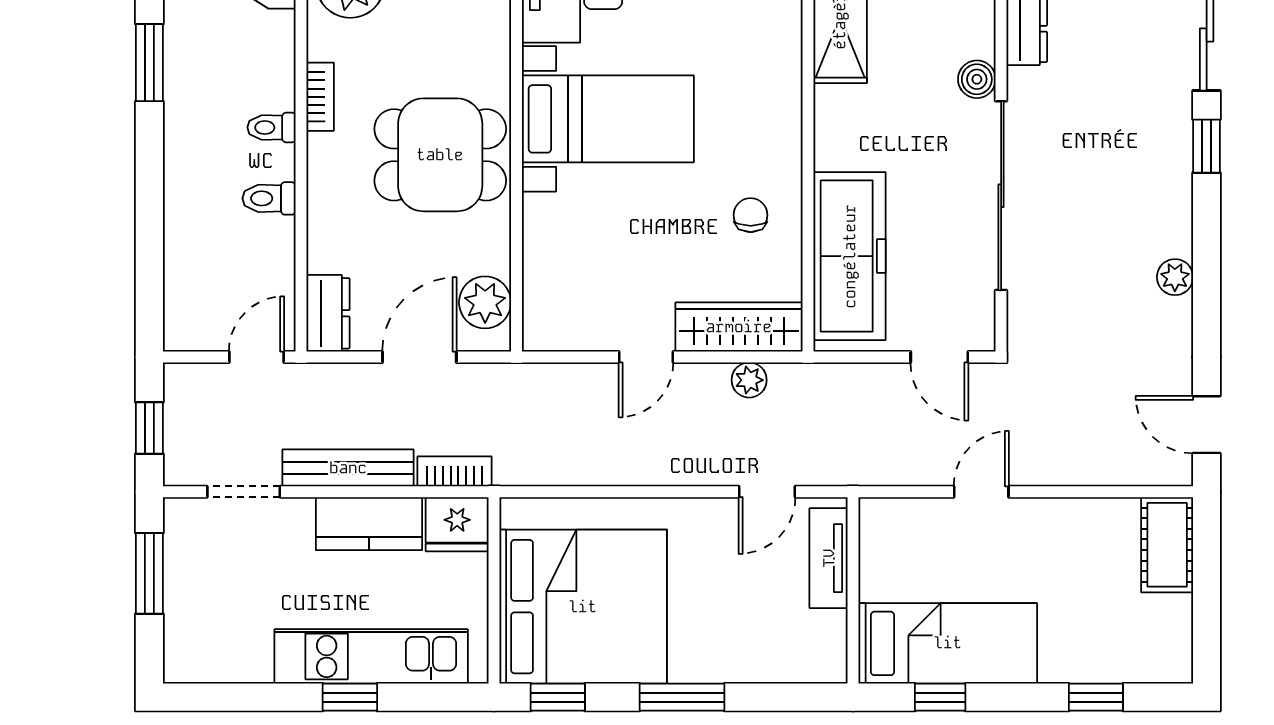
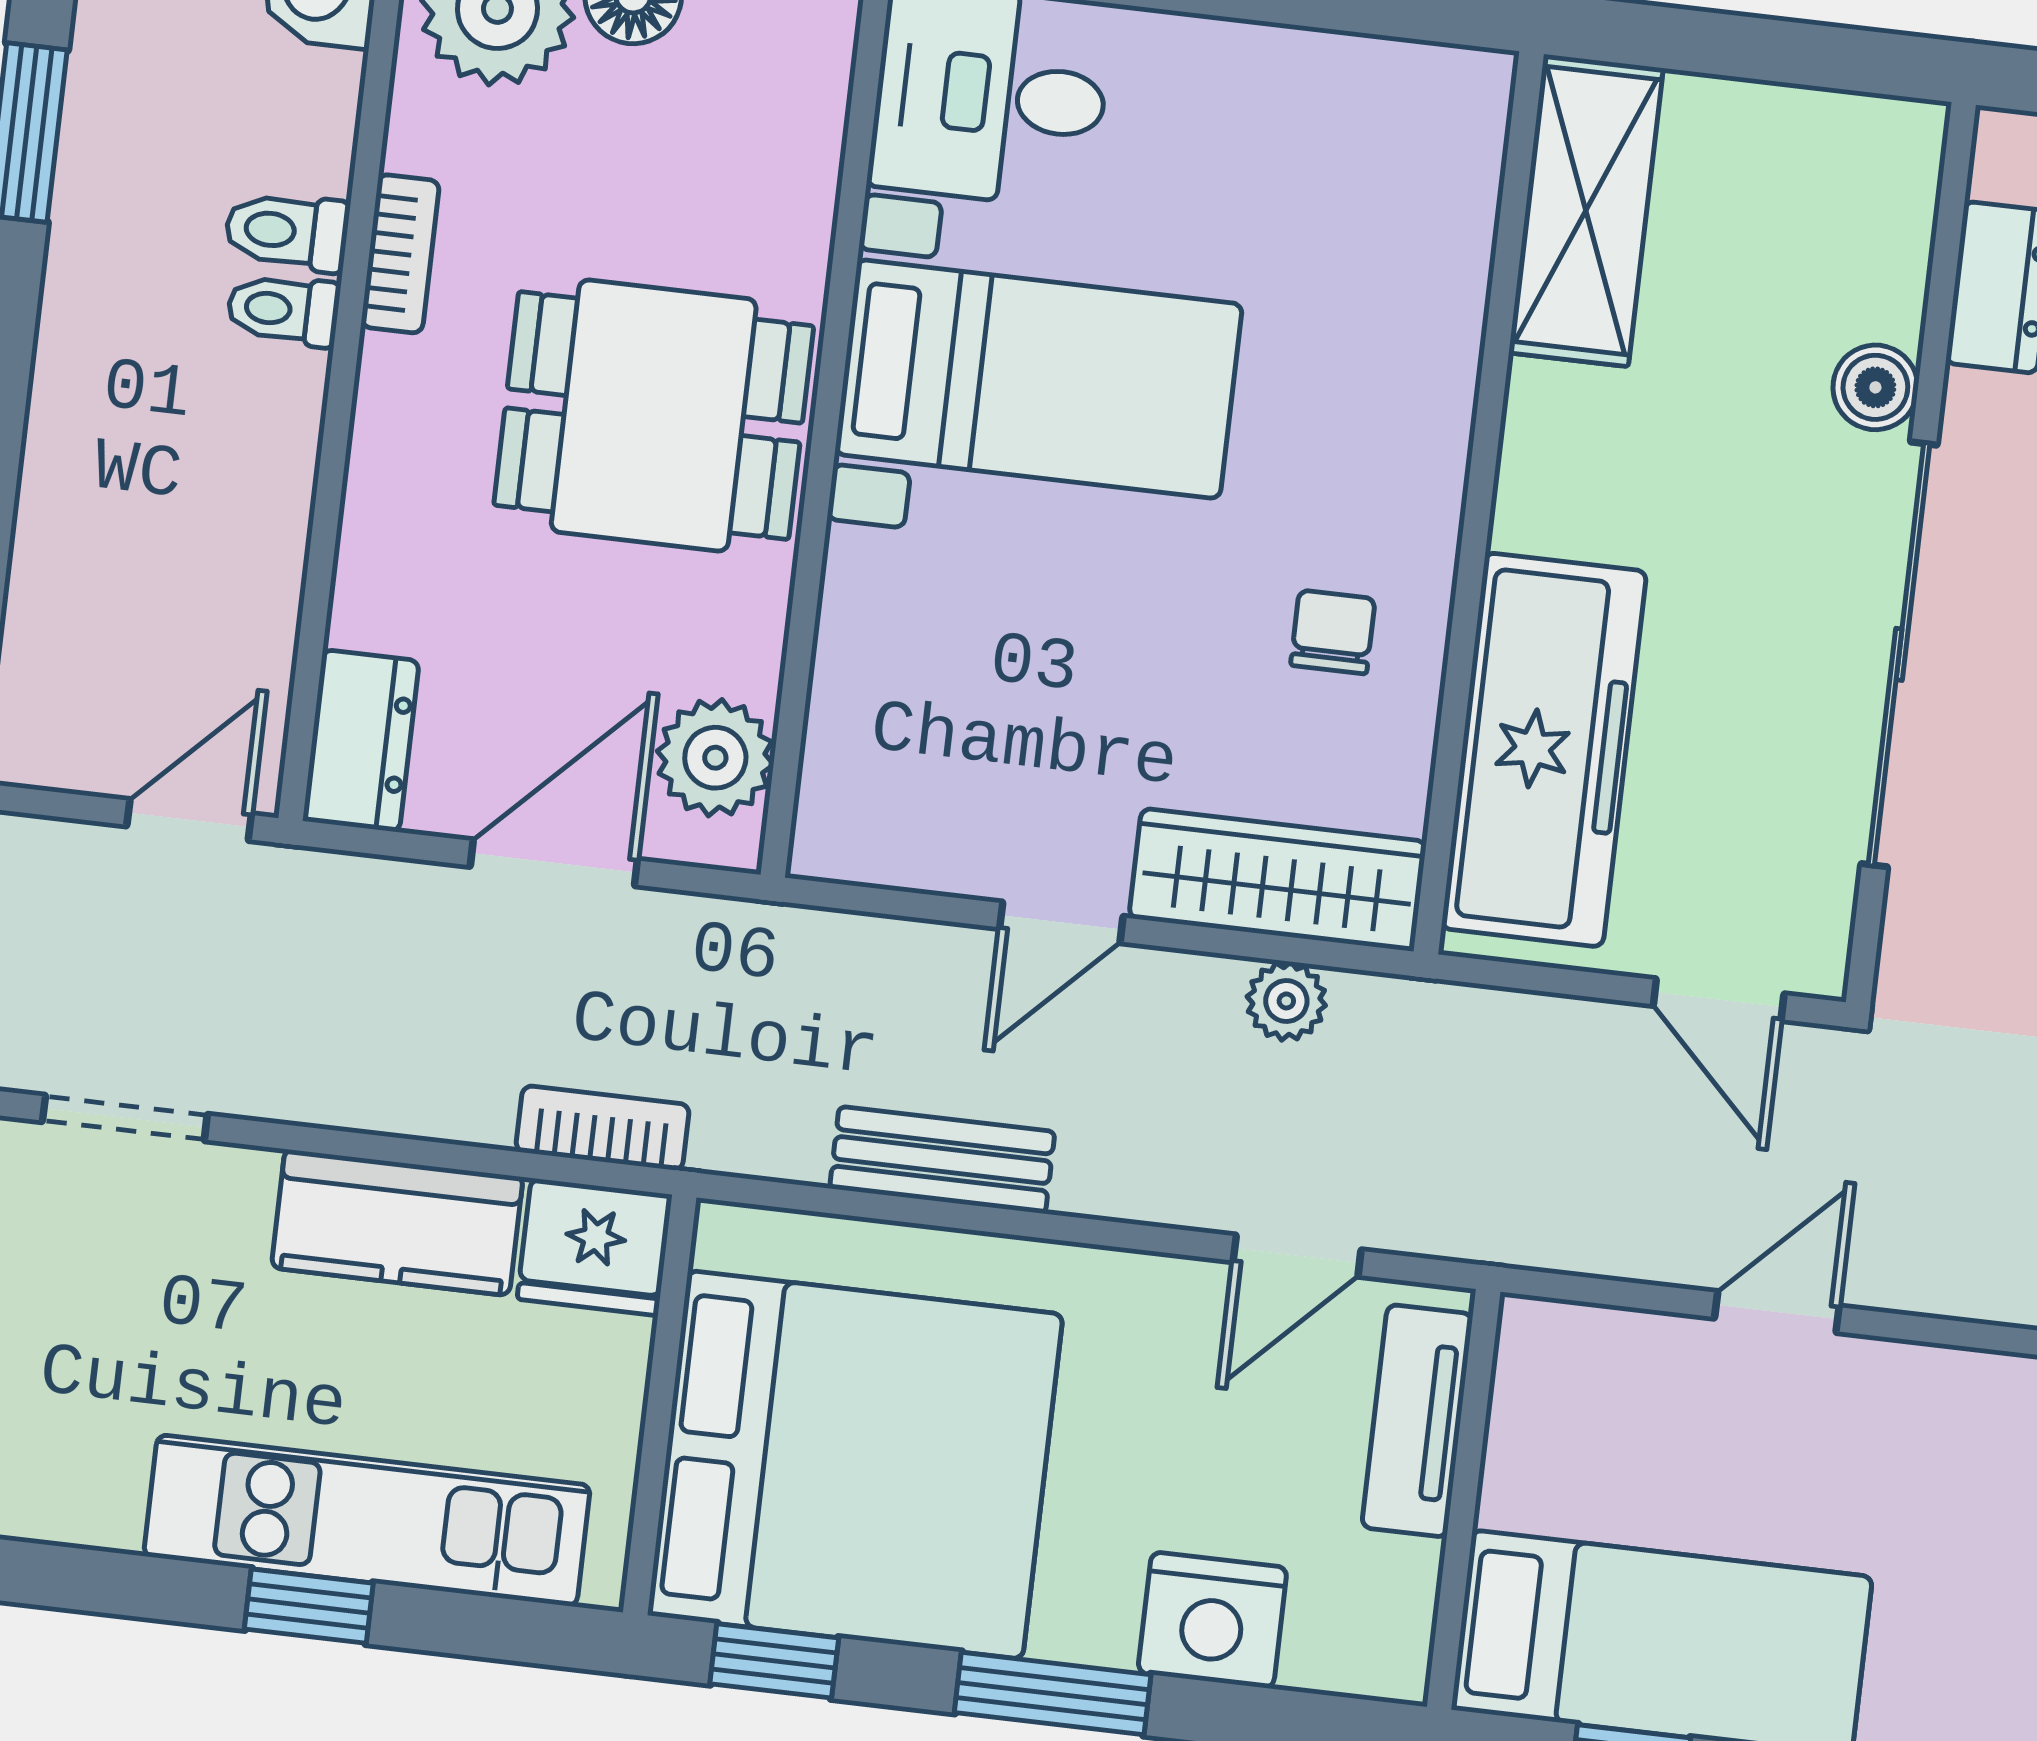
toilet: (269, 198) -> (287, 231), moved
bench: (348, 468) -> (942, 1160), moved, width x0.73
nightstand: (749, 657) -> (1212, 1620), added

